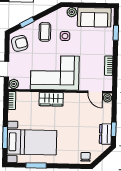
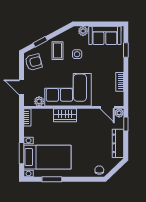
plant: (14, 84) -> (39, 101), moved
window: (114, 129) -> (126, 124), moved
dresser: (105, 134) -> (118, 143), width x1.44

